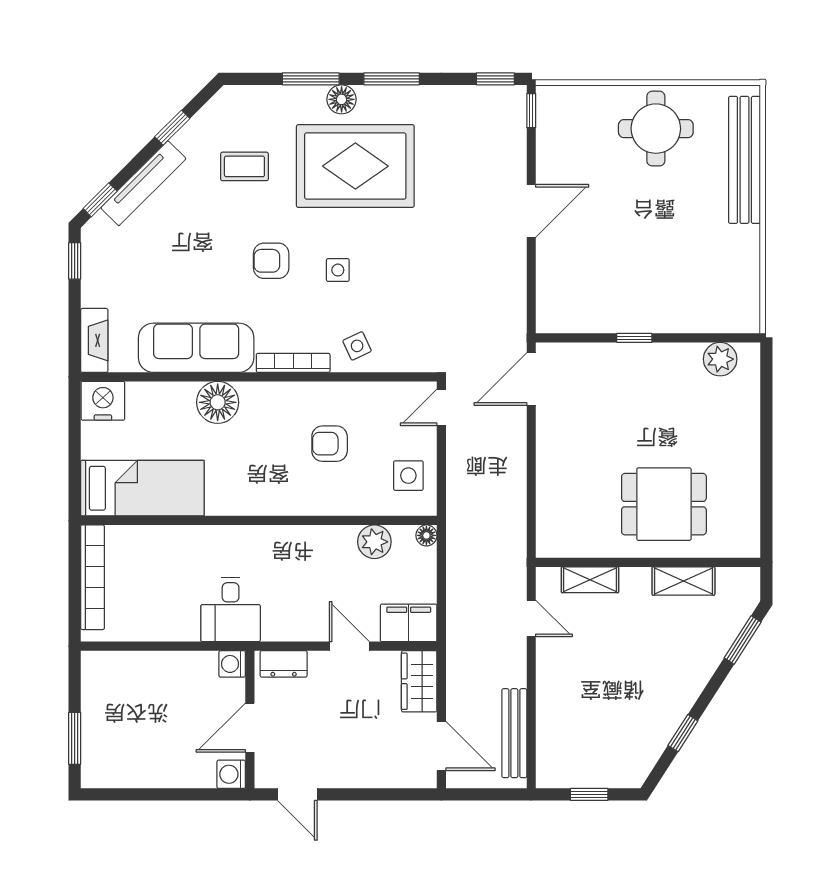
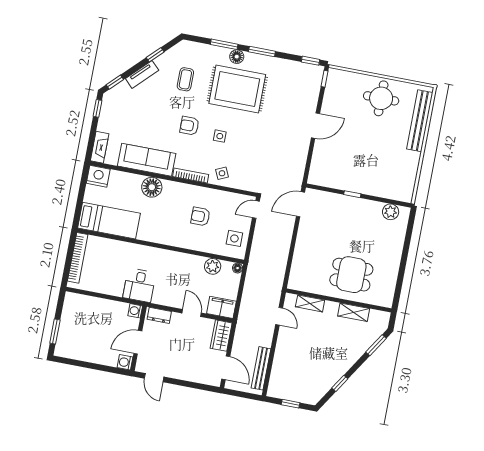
coffee table: (244, 166) -> (185, 79), turned 90
tv unit: (143, 183) -> (142, 74), width x0.71

